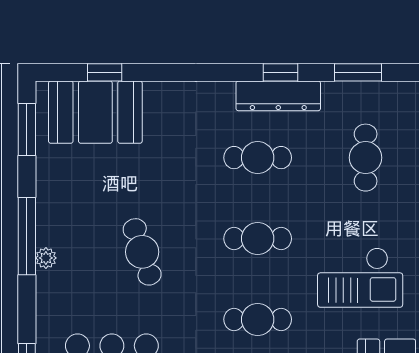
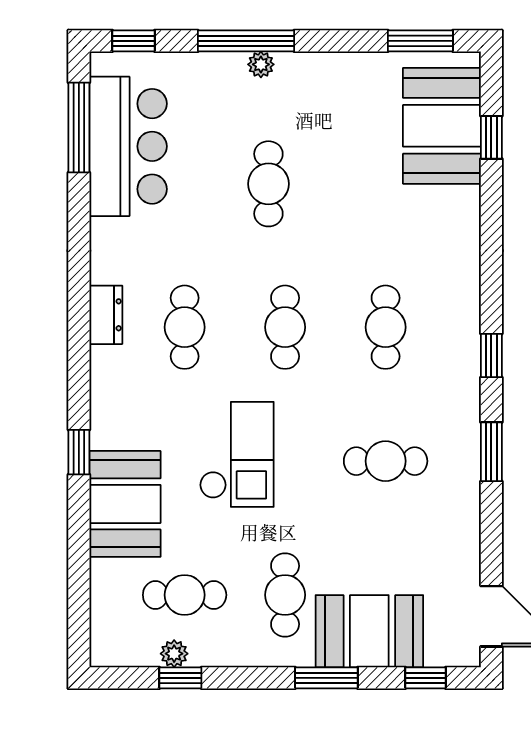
dresser: (278, 96) -> (462, 353), removed
window: (27, 236) -> (246, 41), moved
cafe table: (142, 252) -> (268, 184), turned -72
checkout: (360, 278) -> (237, 454), turned 180

